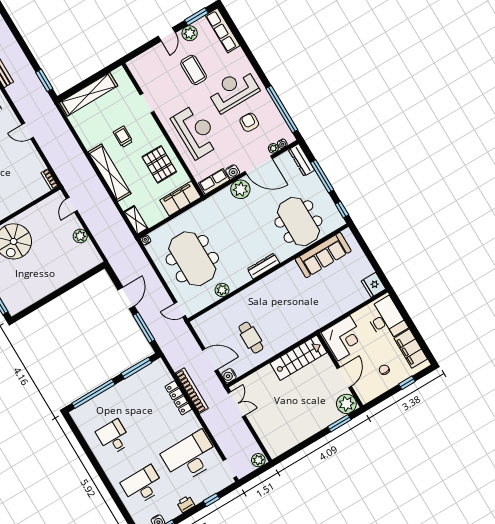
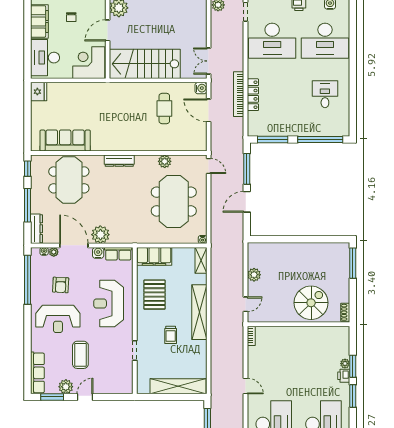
stairs: (299, 358) -> (145, 64), width x1.36, depth x1.51
desk: (114, 437) -> (325, 94), turned 180
desk: (143, 486) -> (325, 41), width x1.36, depth x1.30

